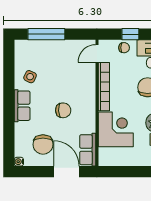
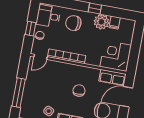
door: (97, 54) -> (41, 57), hinge flipped
corner desk: (116, 129) -> (116, 56), moved

